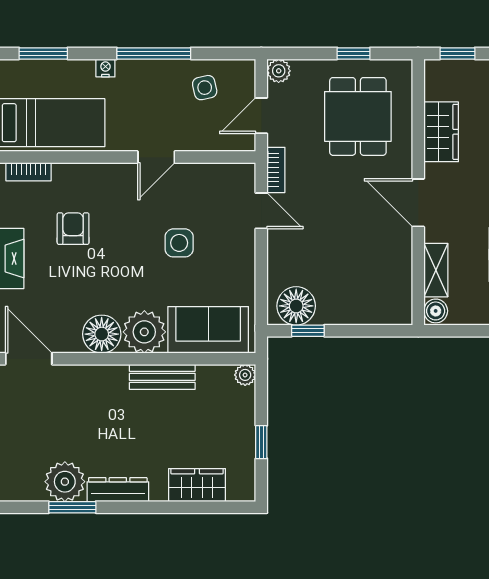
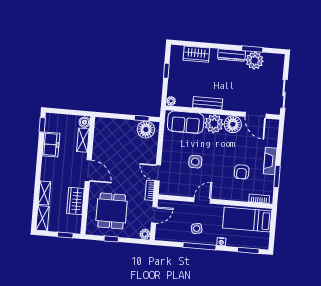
side table: (205, 88) -> (197, 228), moved
door: (29, 359) -> (256, 115), moved

